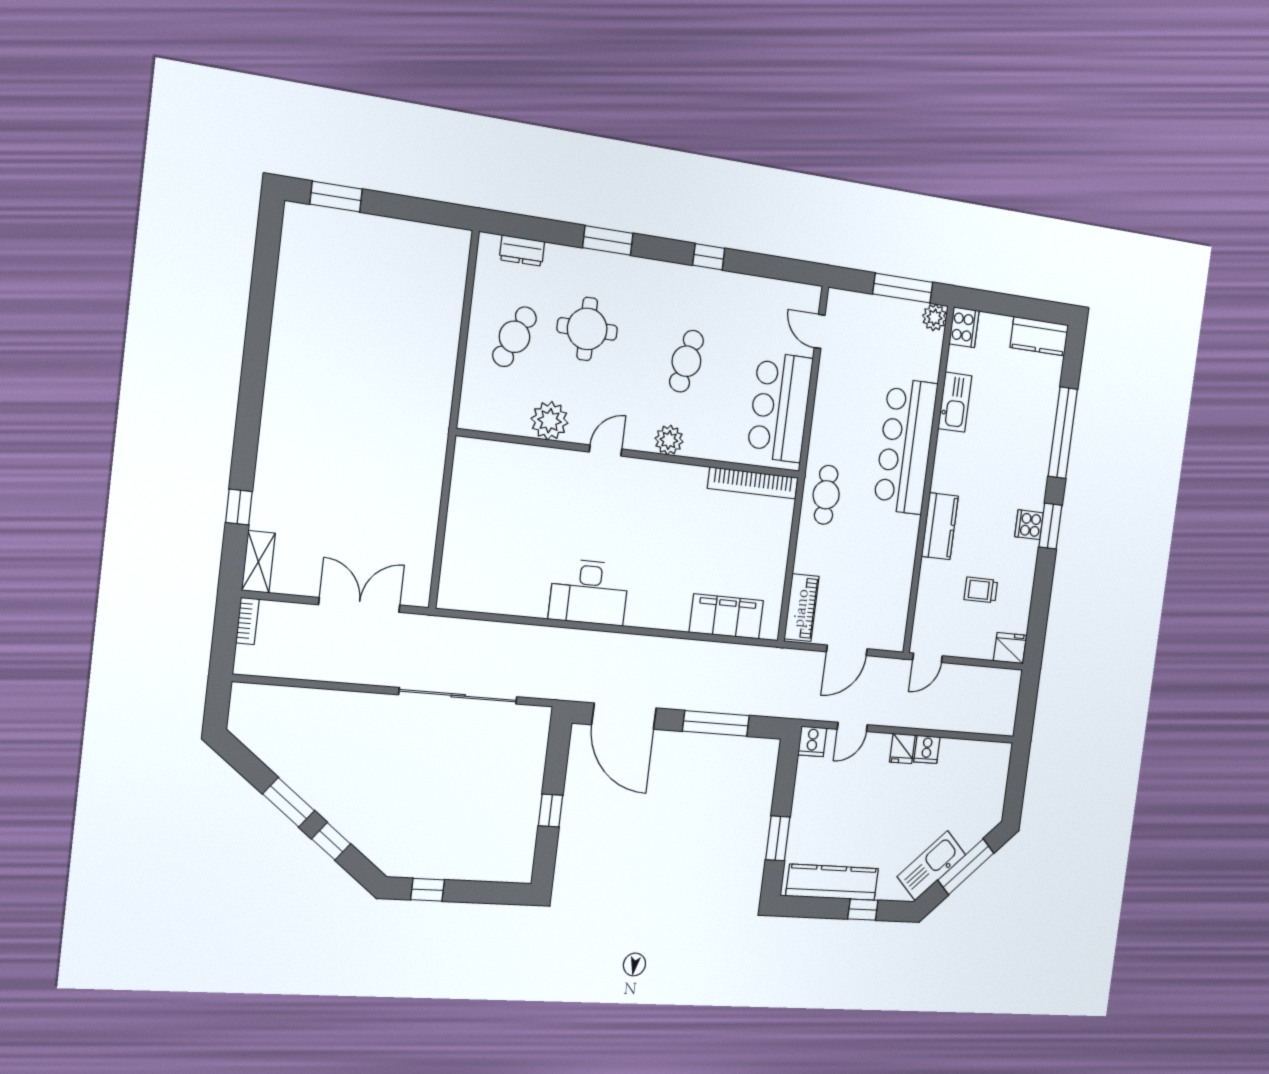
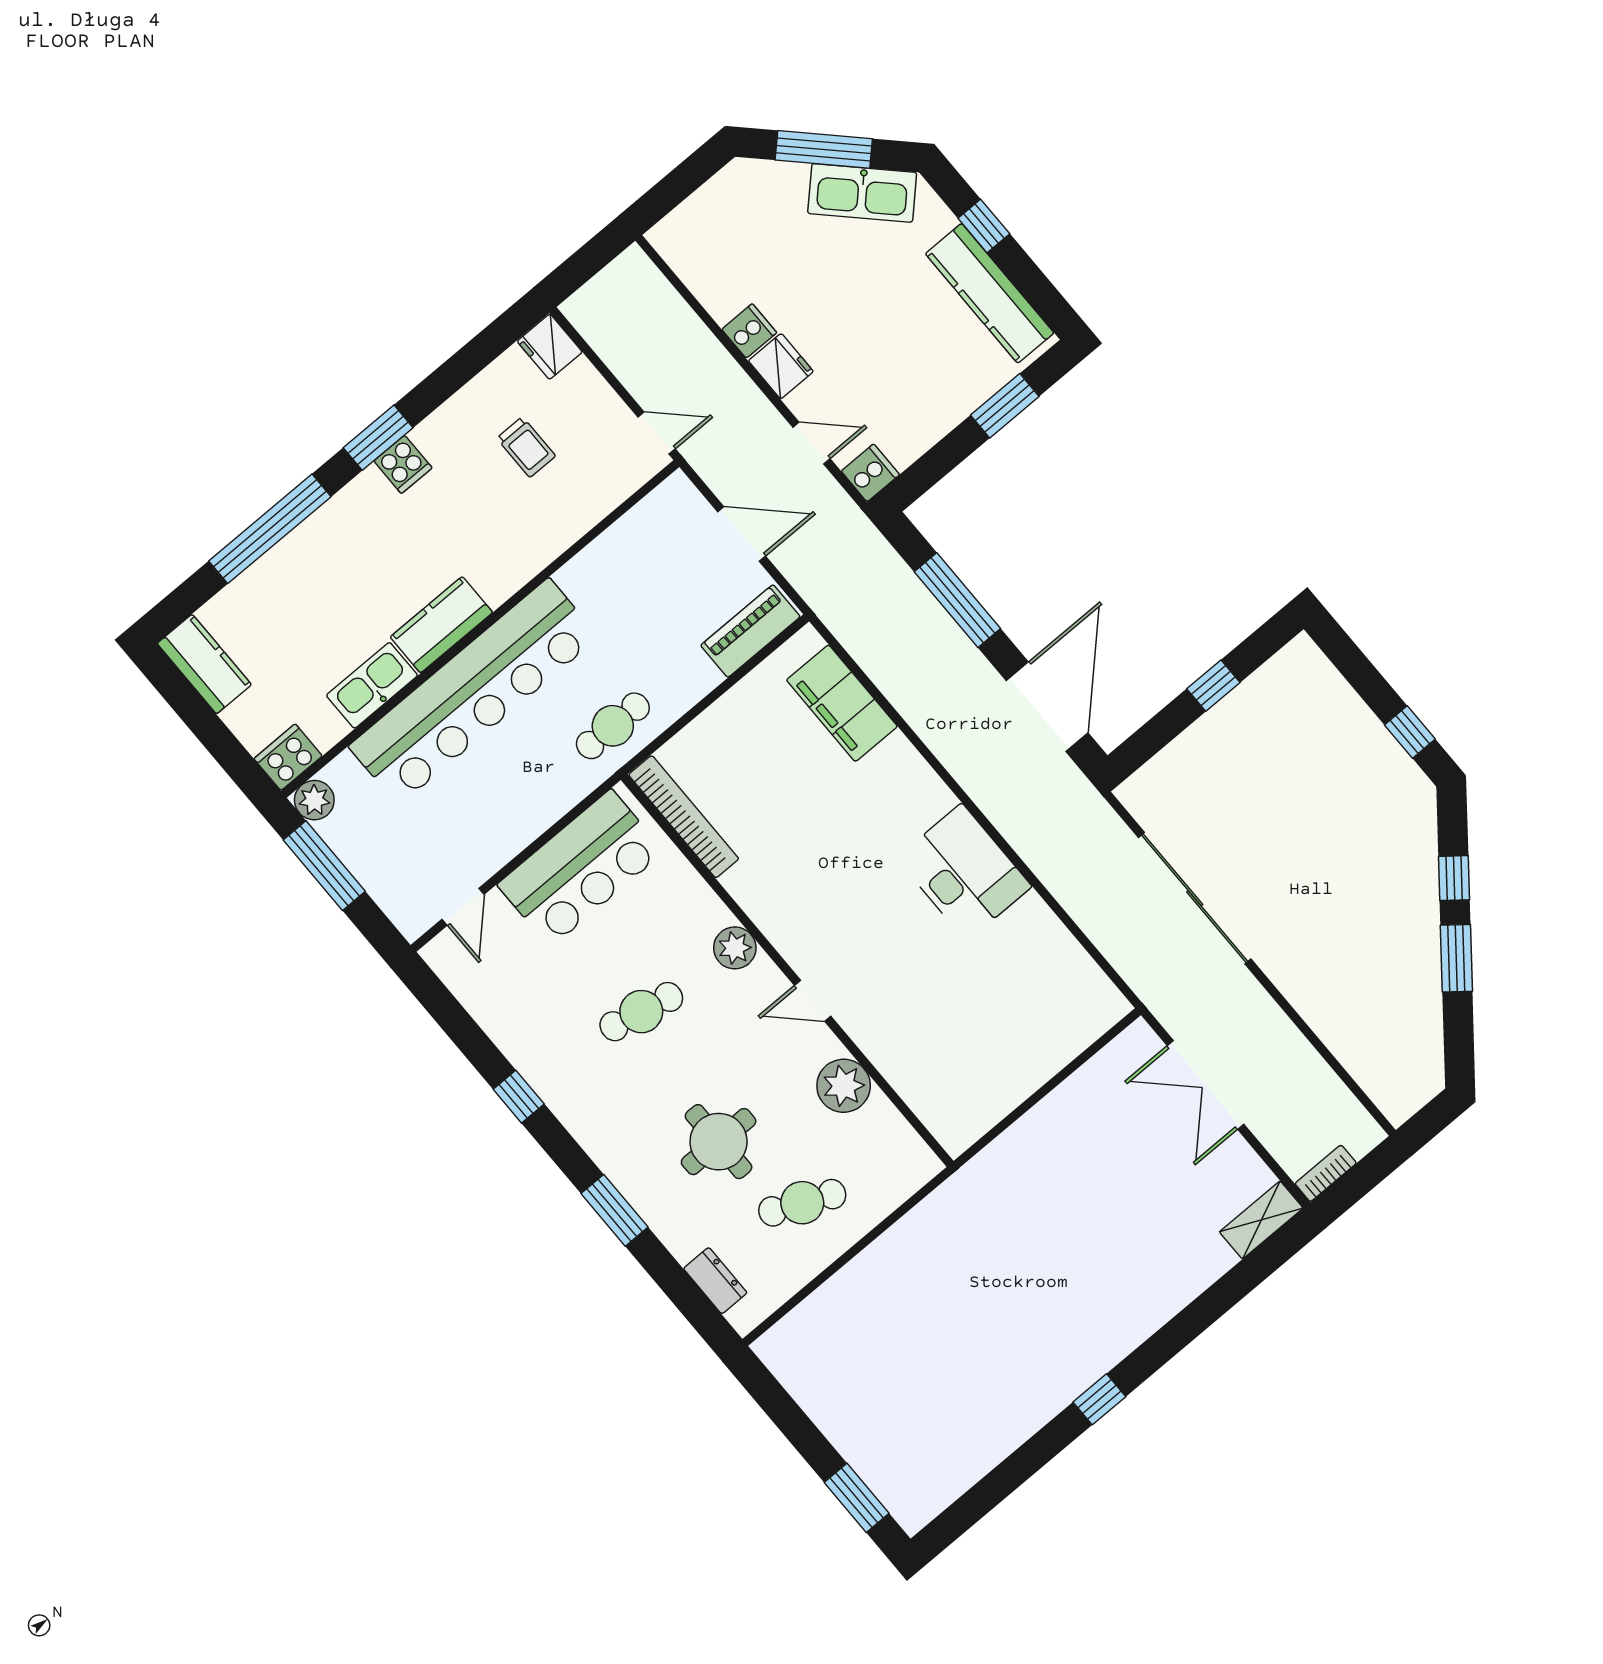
bar counter: (906, 446) -> (474, 692), width x1.36
window: (239, 507) -> (1099, 1399), moved
kitchen counter: (940, 526) -> (441, 625), moved
fridge: (902, 748) -> (781, 366), width x1.38

